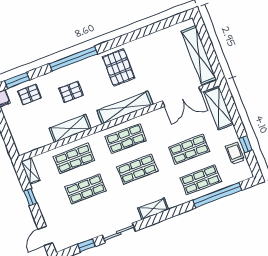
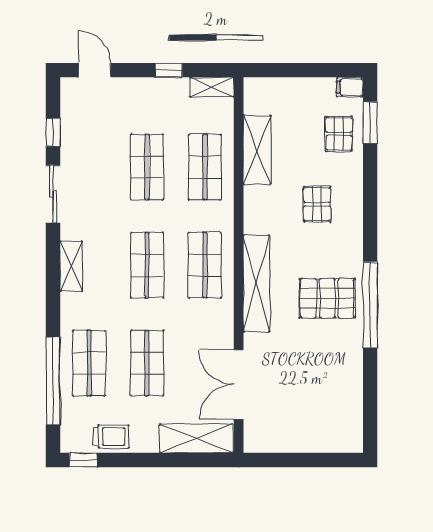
shelving: (199, 55) -> (297, 439), removed
window: (73, 59) -> (370, 305), moved
shelving: (70, 128) -> (257, 150), moved
window: (246, 144) -> (83, 460), moved

